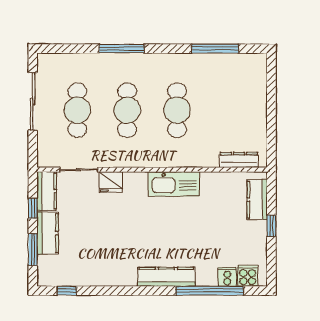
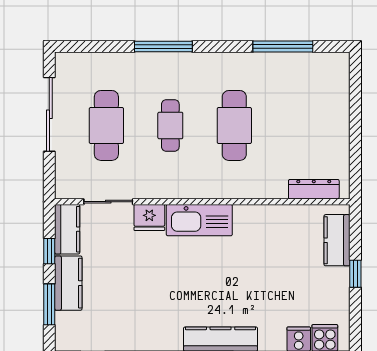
cafe table: (127, 110) -> (170, 125), width x0.73, depth x0.74
kitchen sink: (174, 184) -> (199, 220), moved

